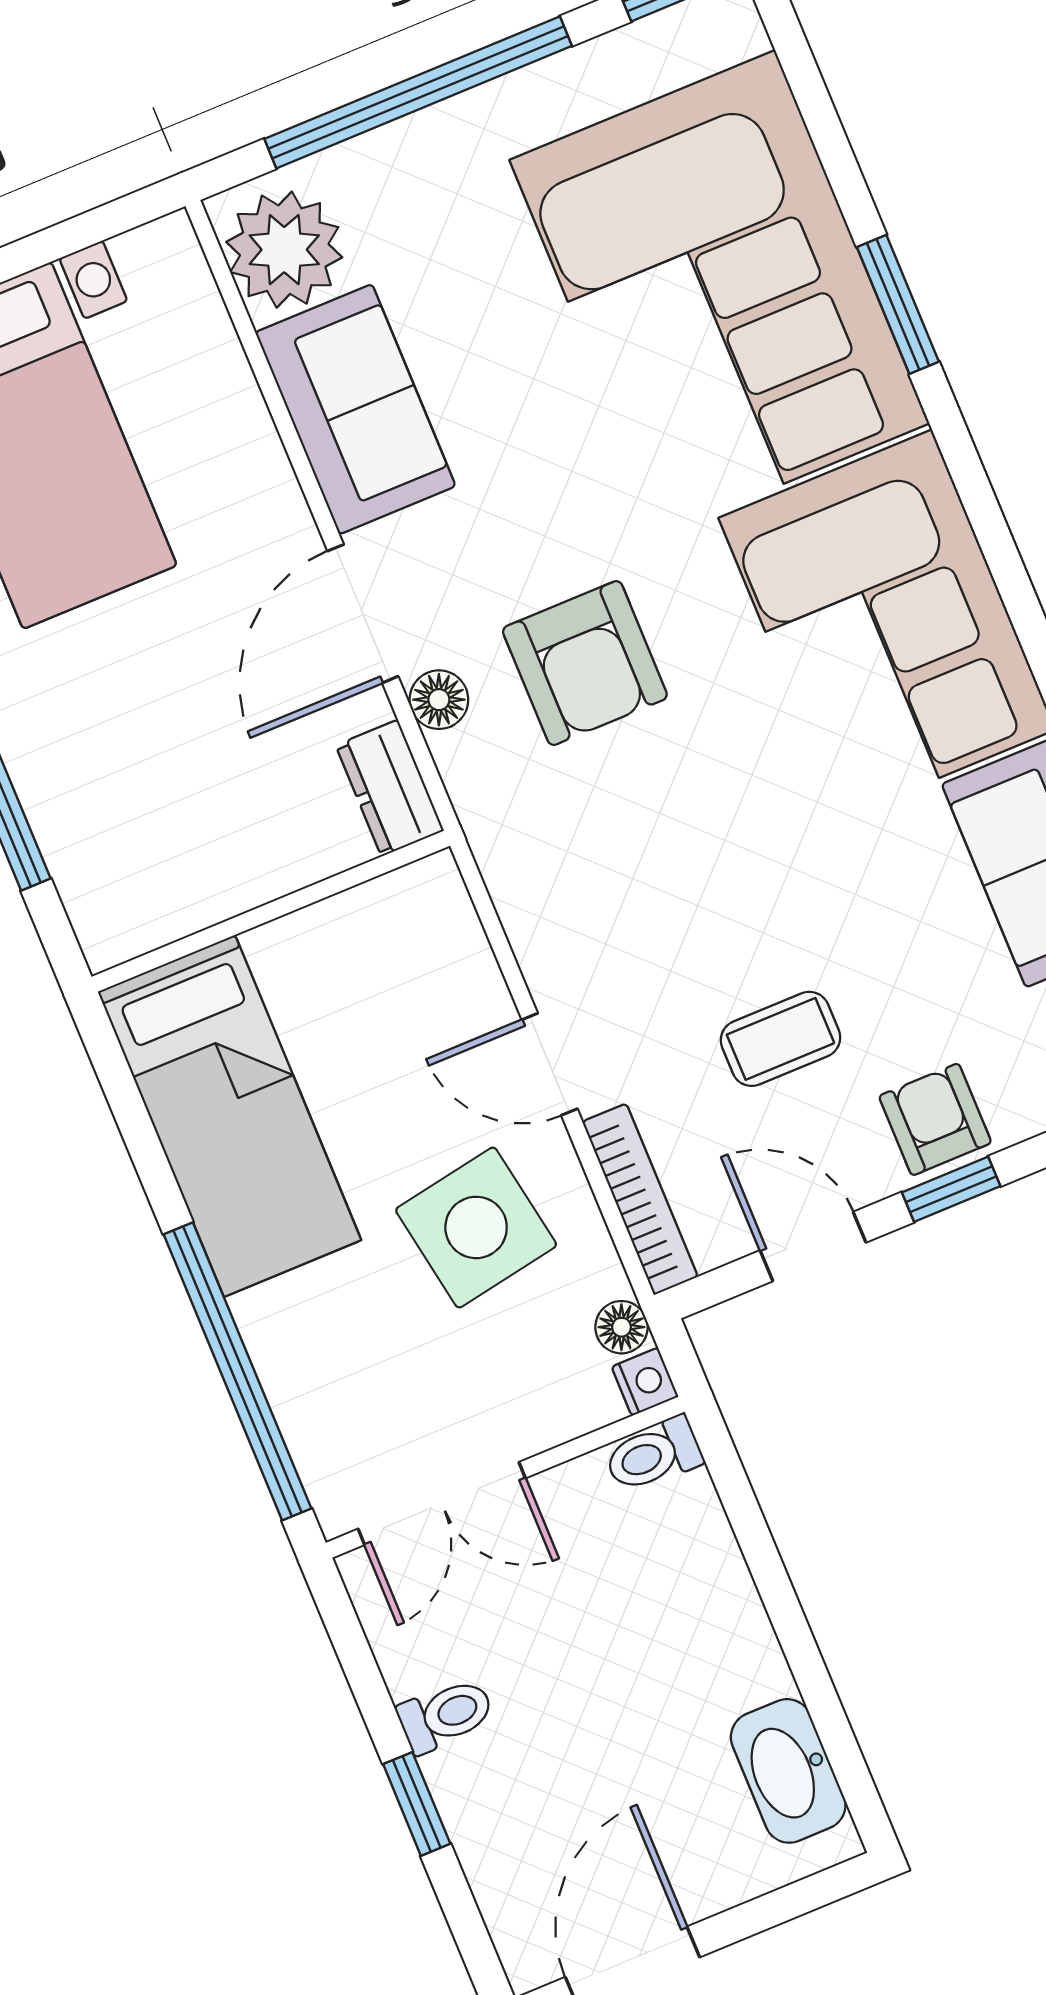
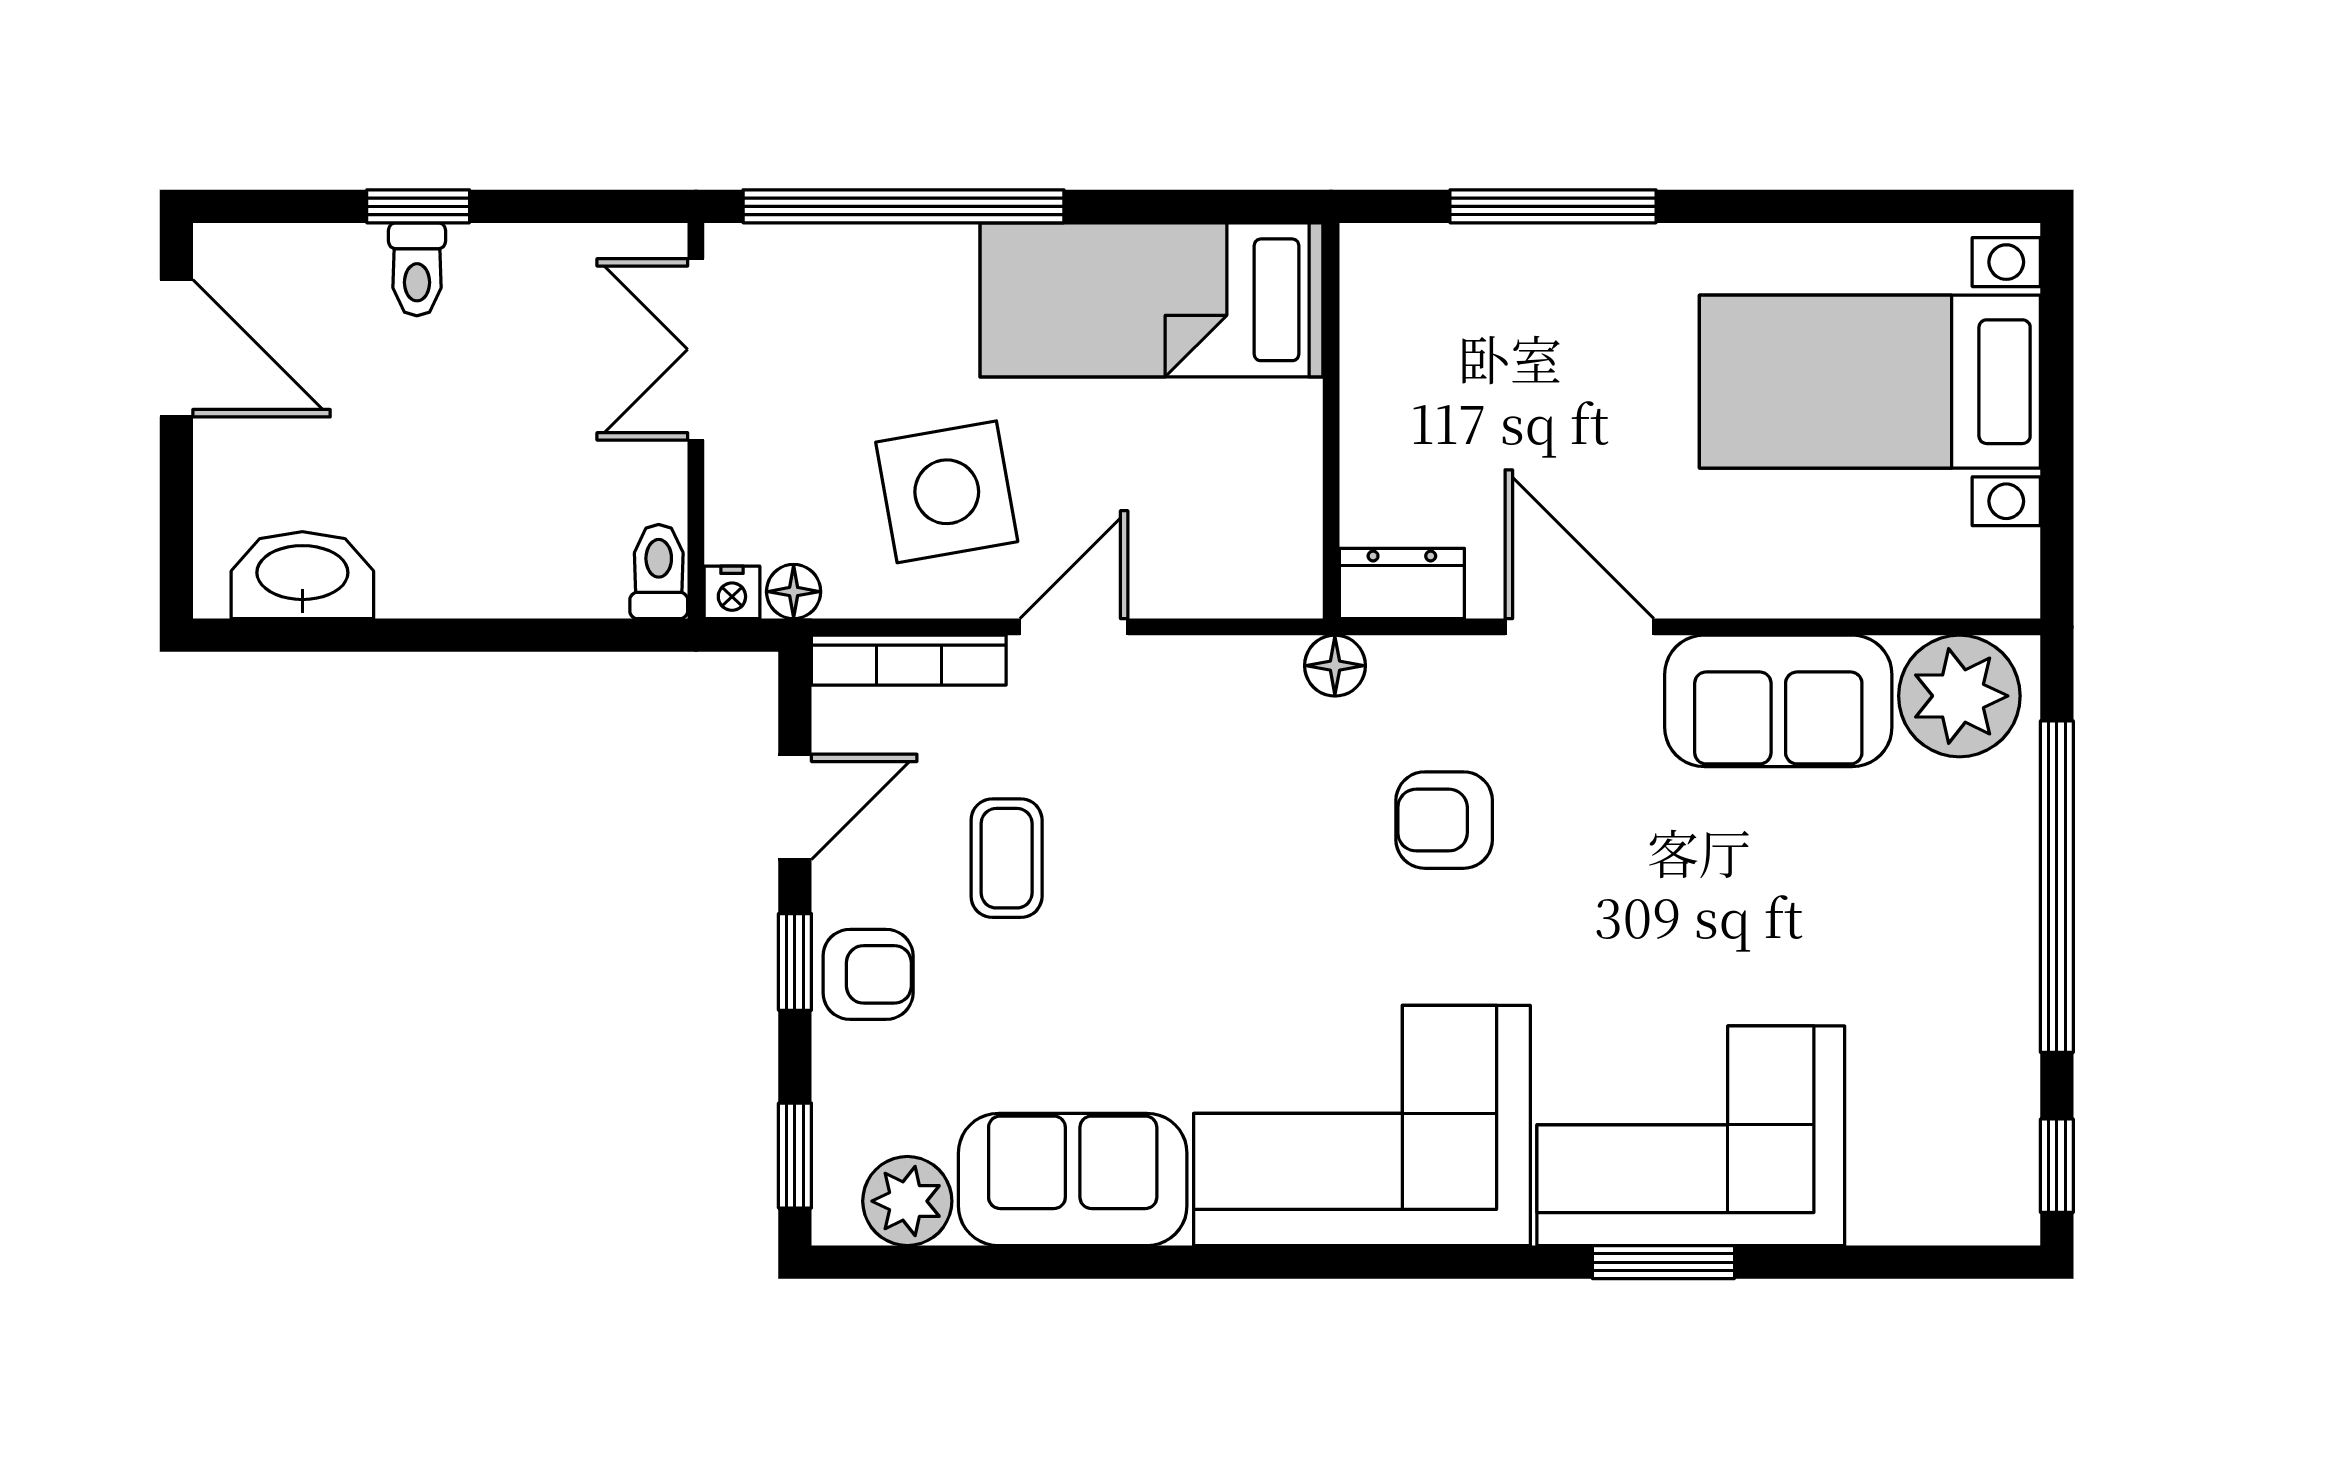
corner sofa: (720, 292) -> (1691, 1136), width x0.73, depth x0.74
armchair: (585, 663) -> (1444, 820), width x0.72, depth x0.72
floor lamp: (439, 700) -> (1335, 666), moved
toilet: (446, 1715) -> (417, 269), moved

